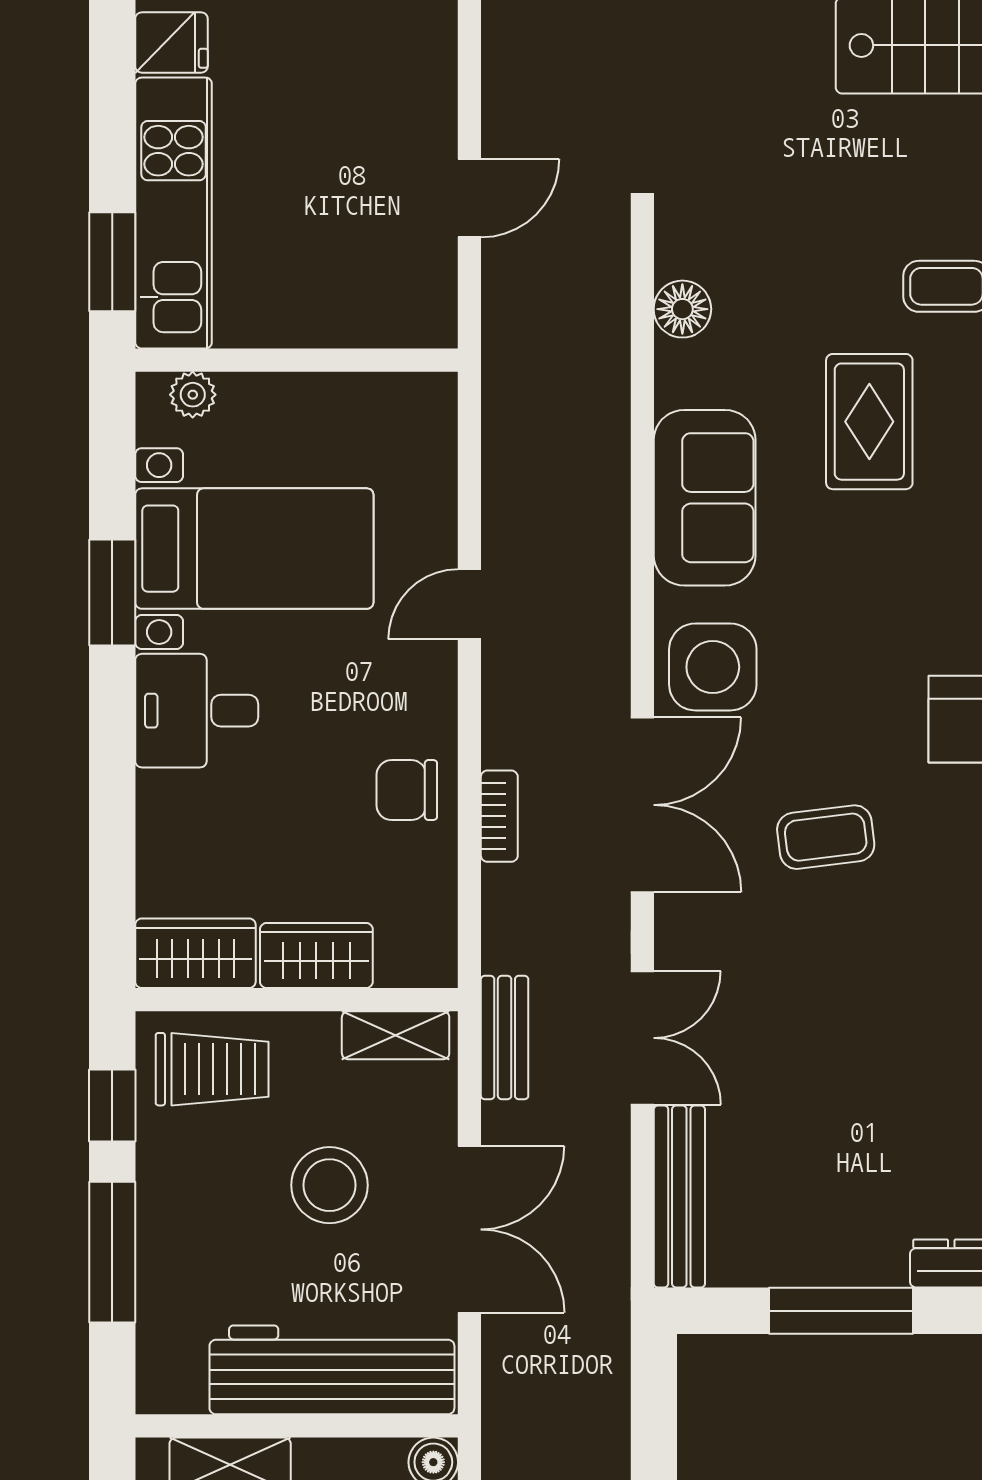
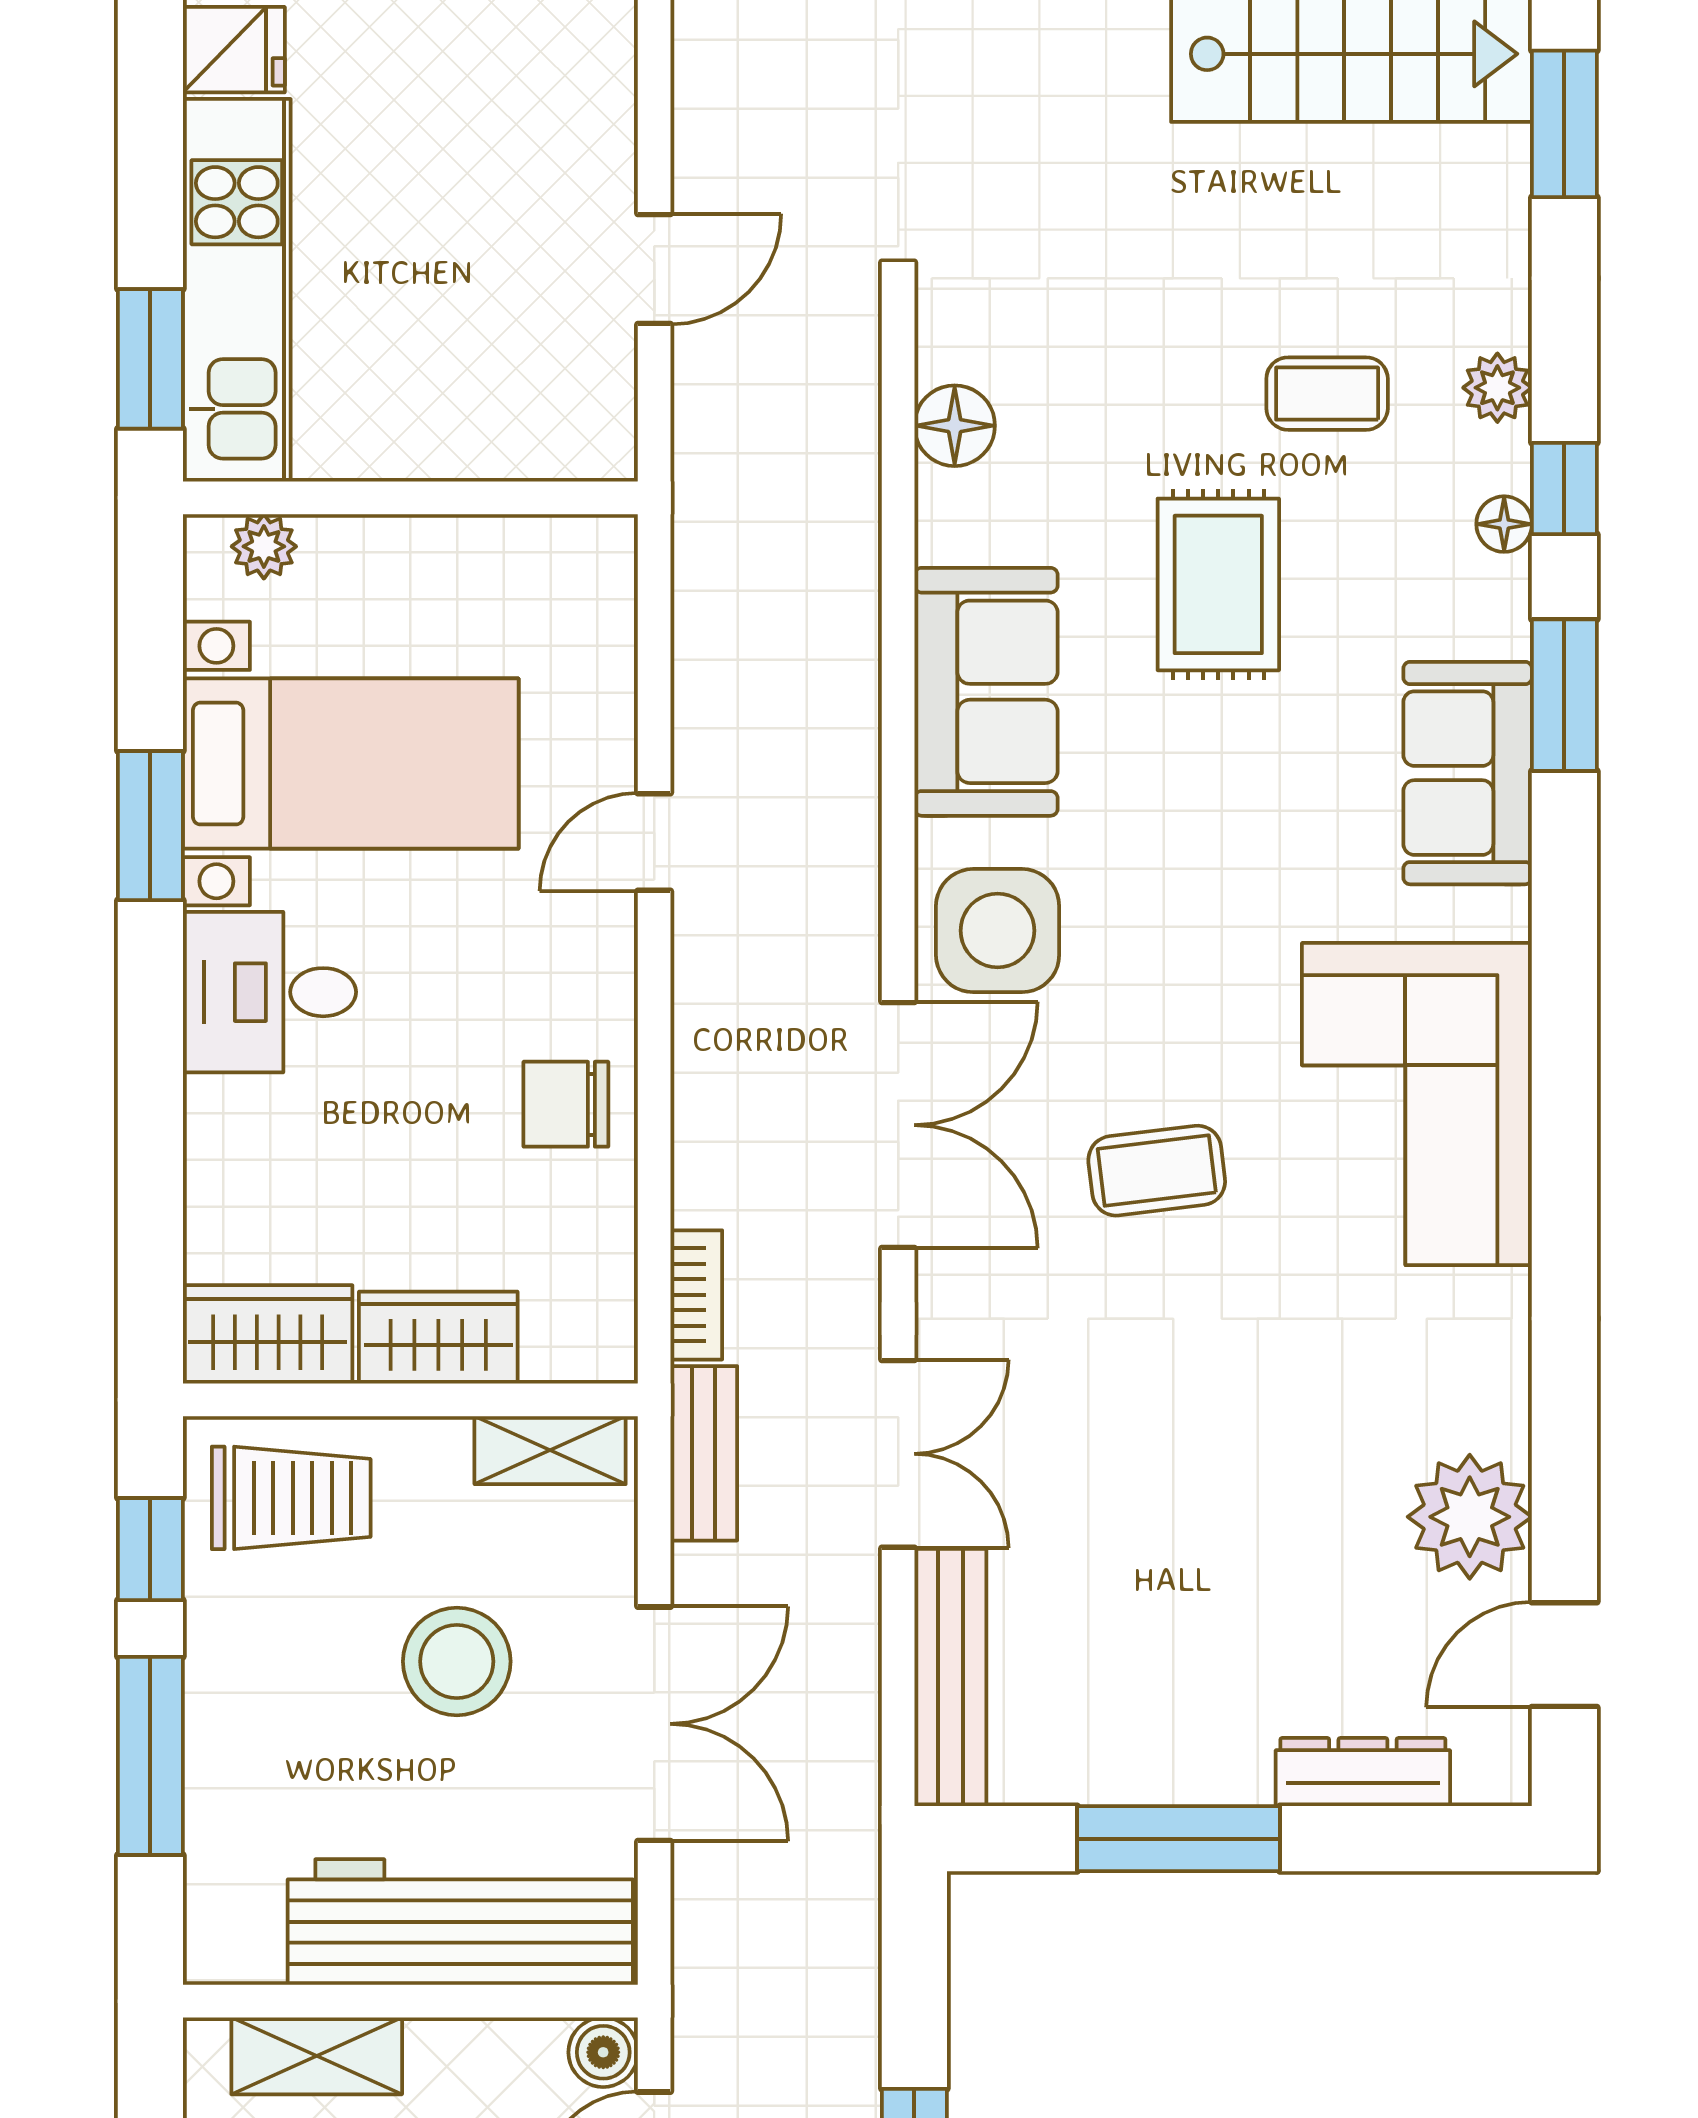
bookcase: (499, 816) -> (696, 1295), moved

